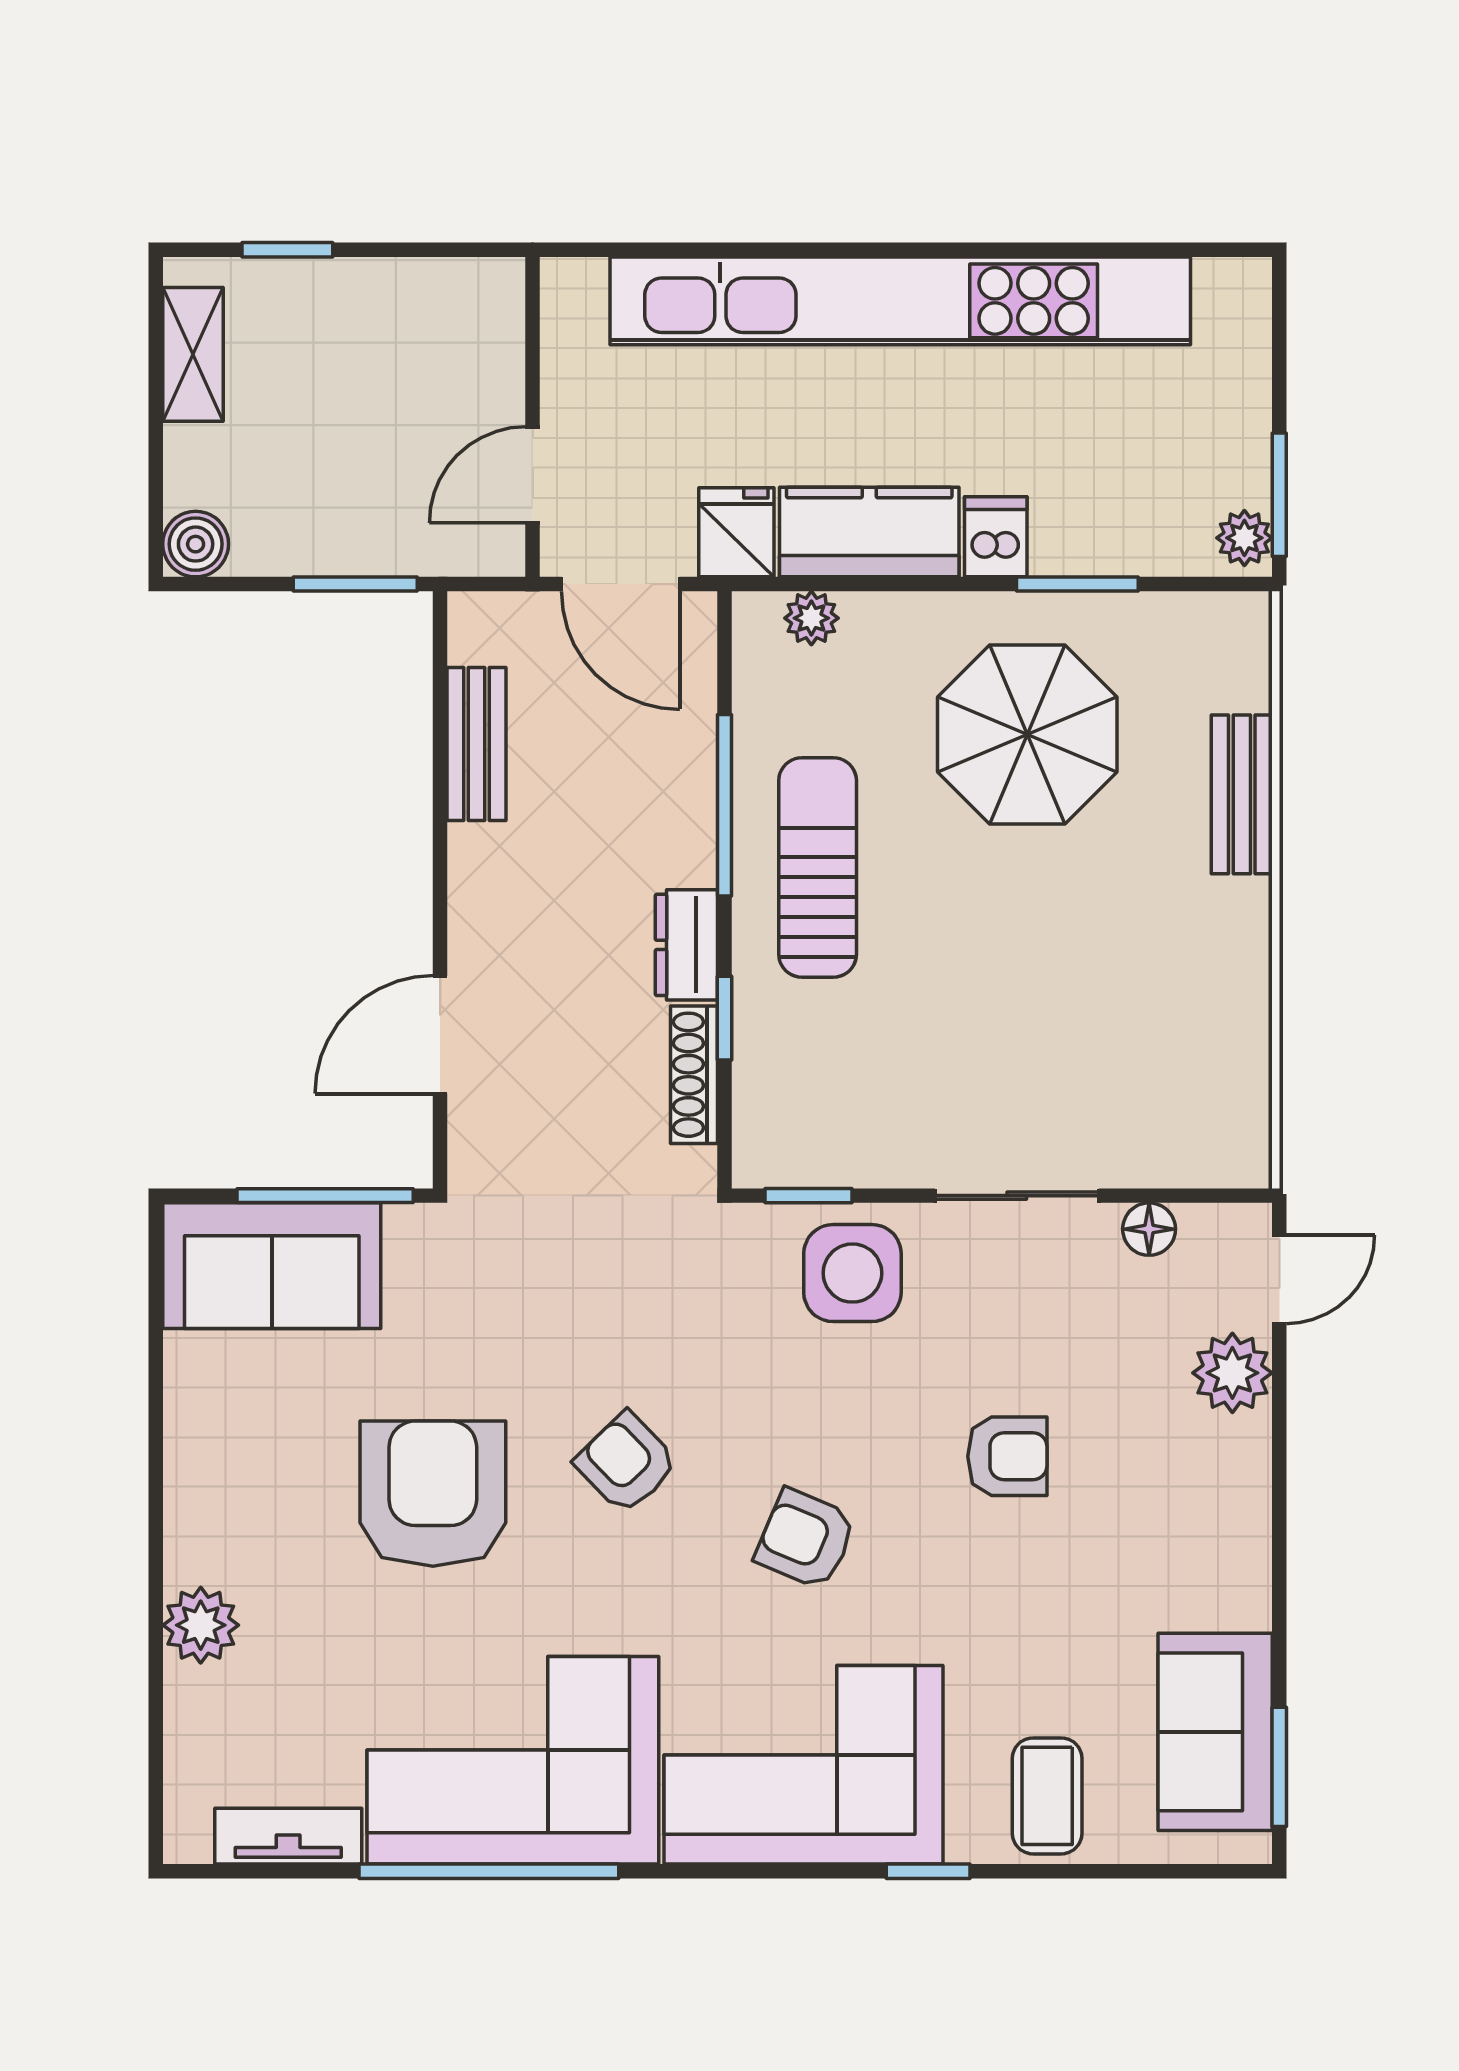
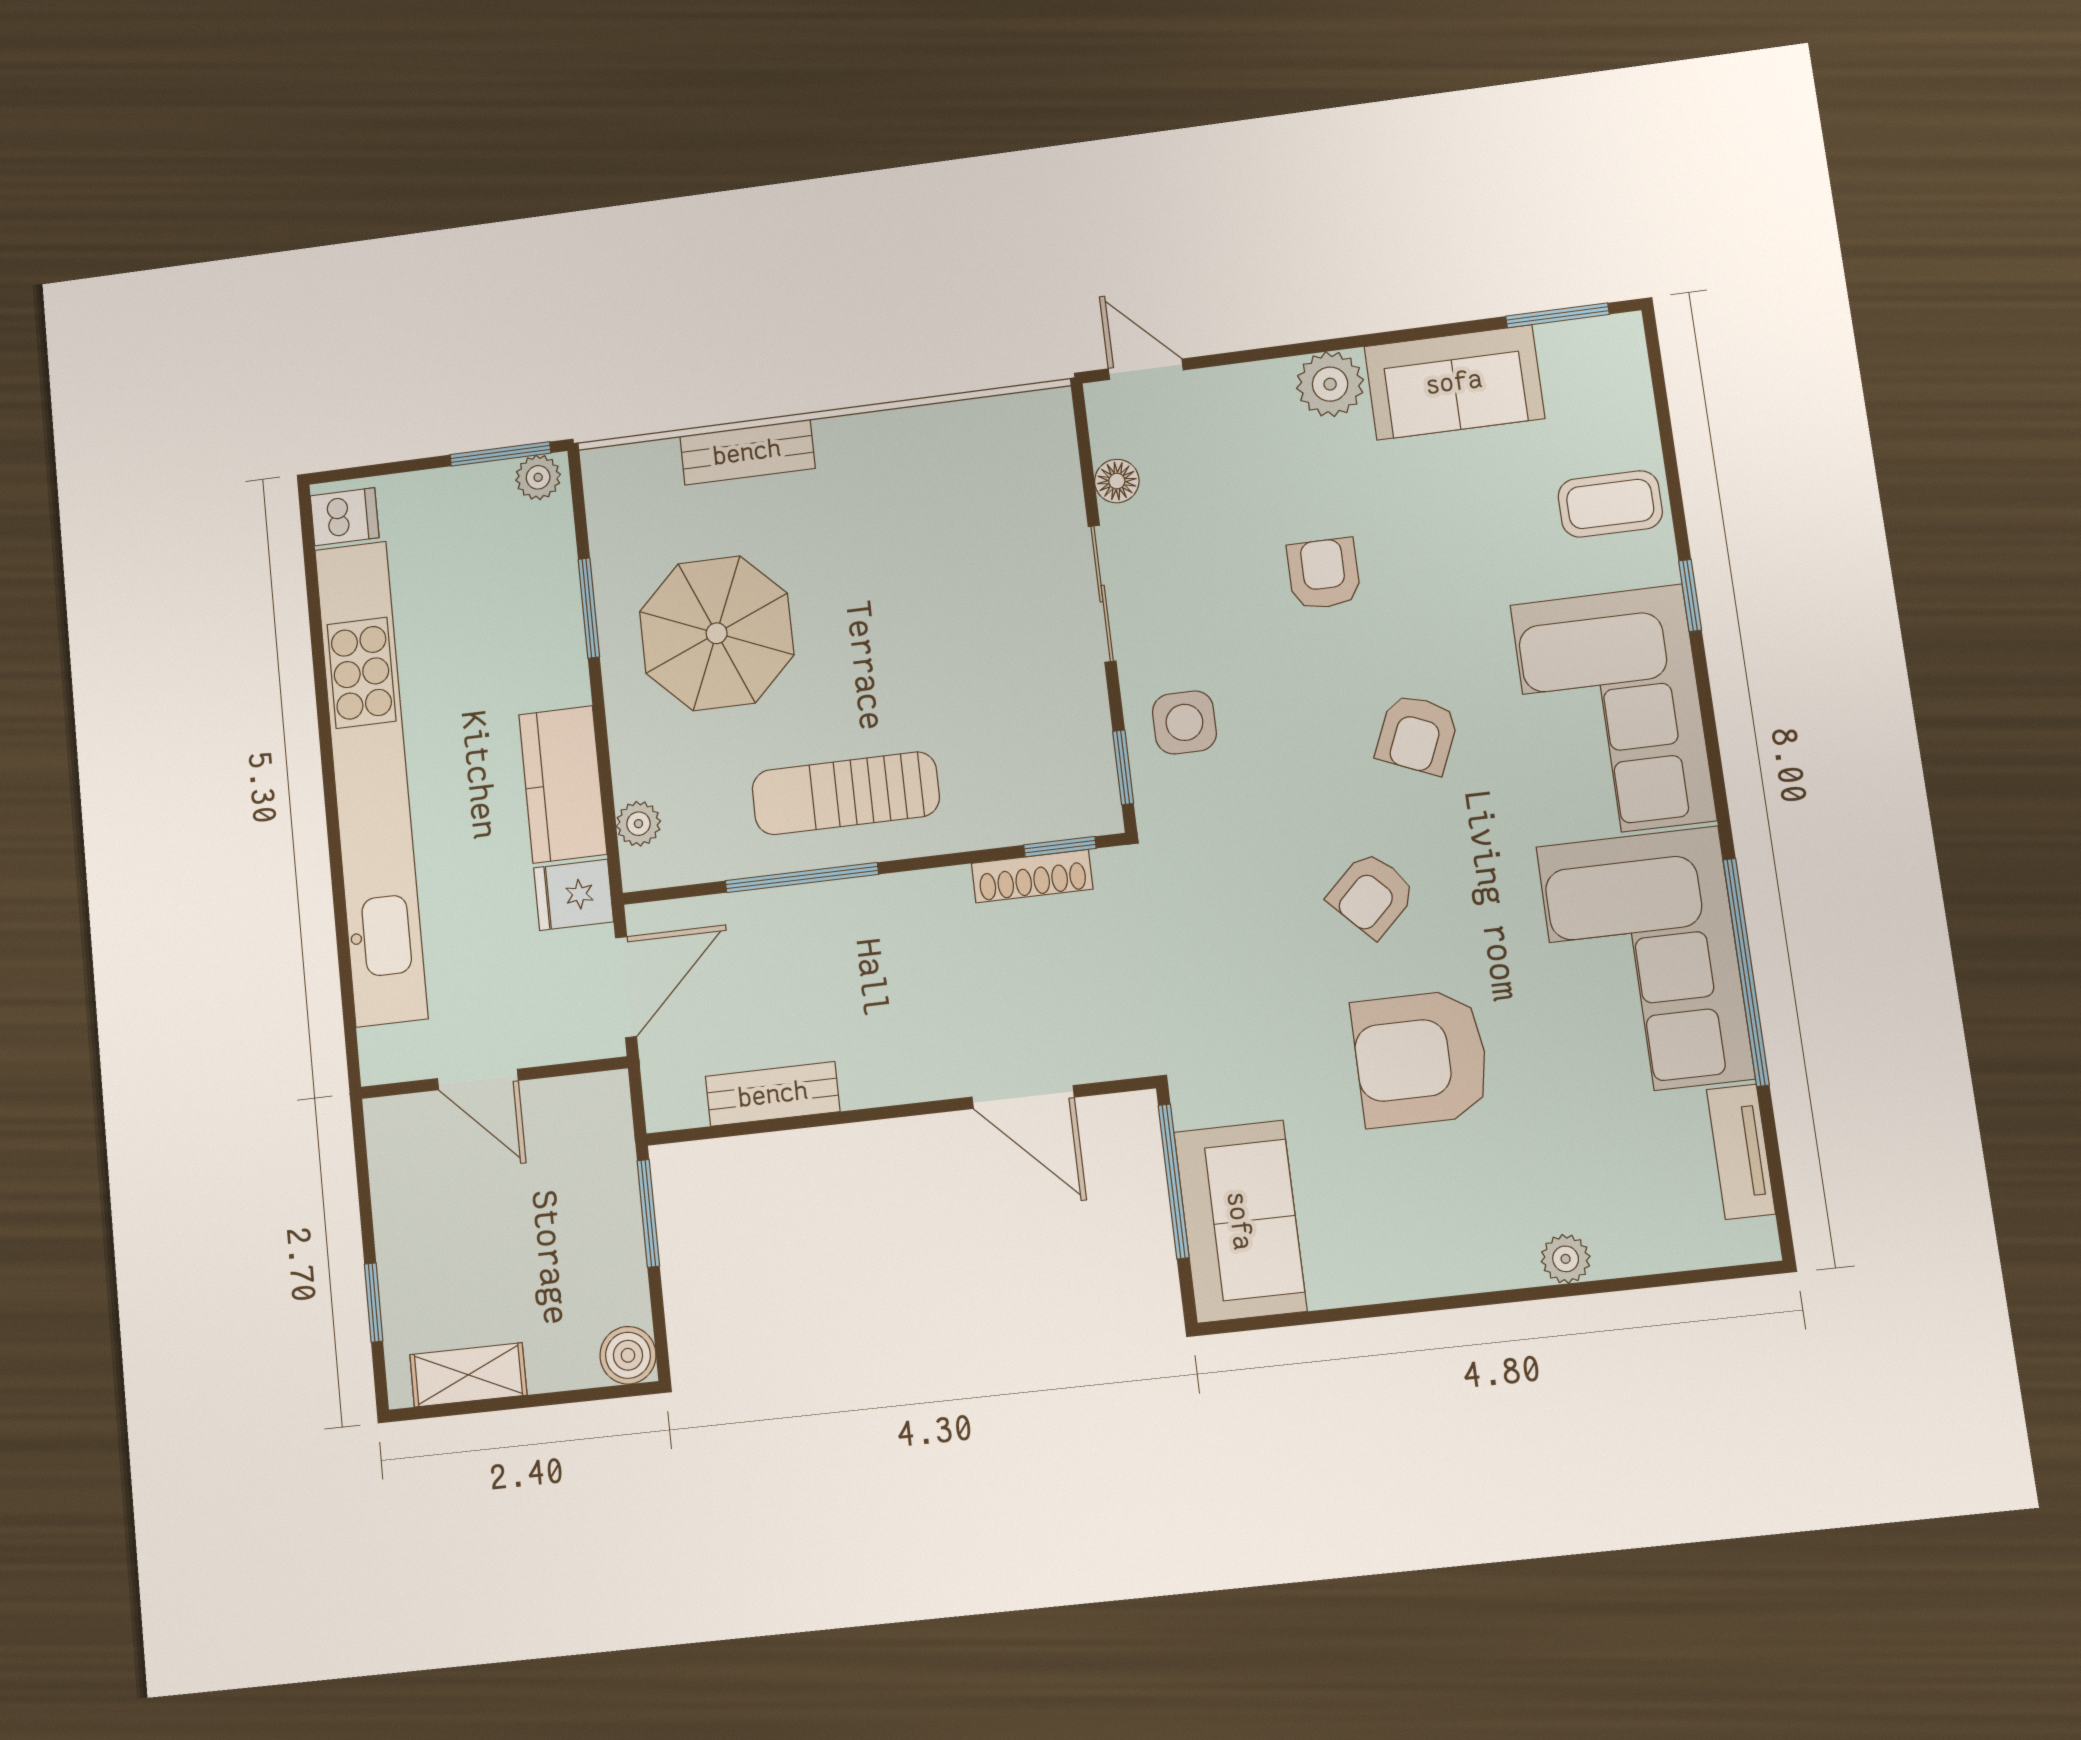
door: (533, 475) -> (478, 1079), moved
dishwasher: (996, 537) -> (345, 517), moved, turned 180
dresser: (686, 945) -> (923, 896), removed
window: (725, 1018) -> (1060, 847), moved
side table: (852, 1273) -> (1184, 722), width x0.73, depth x0.73
plant: (1232, 1373) -> (1330, 384), moved
plant: (201, 1625) -> (1566, 1259), width x0.73, depth x0.73
sofa: (1215, 1732) -> (1454, 382), moved

